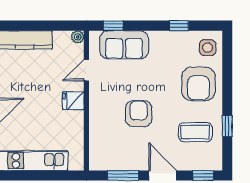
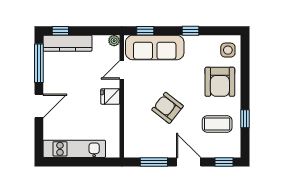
window: (16, 26) -> (60, 31), added
window: (179, 26) -> (190, 31), moved
sofa: (124, 45) -> (155, 47), width x1.36
armchair: (139, 114) -> (167, 108), turned -52

